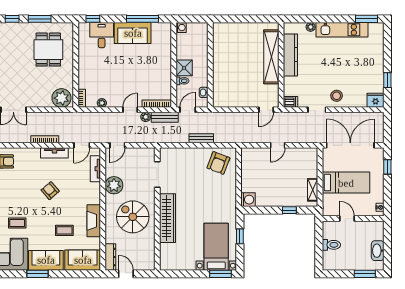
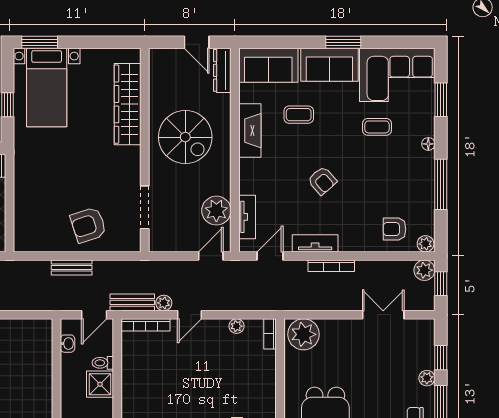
armchair: (218, 163) -> (88, 225), moved, turned -129
plant: (114, 185) -> (216, 211), moved
wardrobe: (167, 218) -> (128, 104), moved

